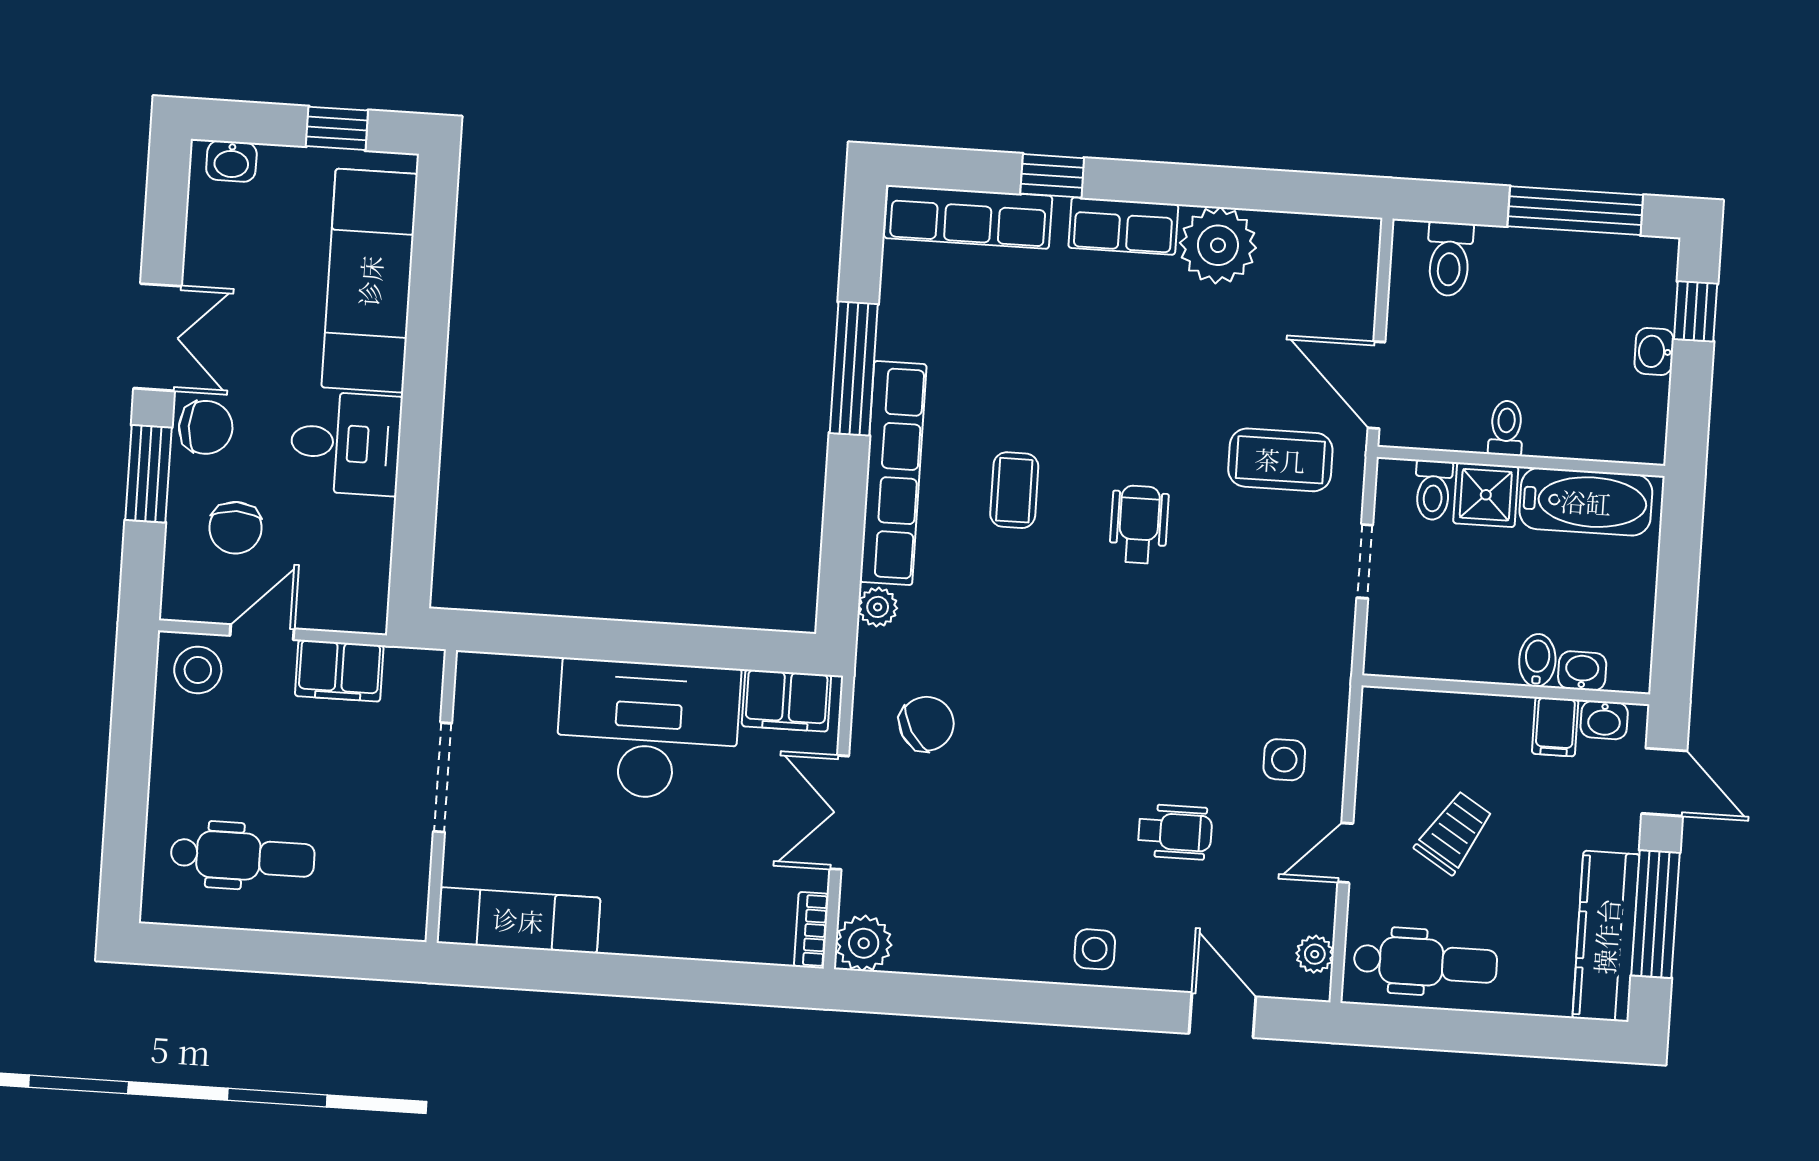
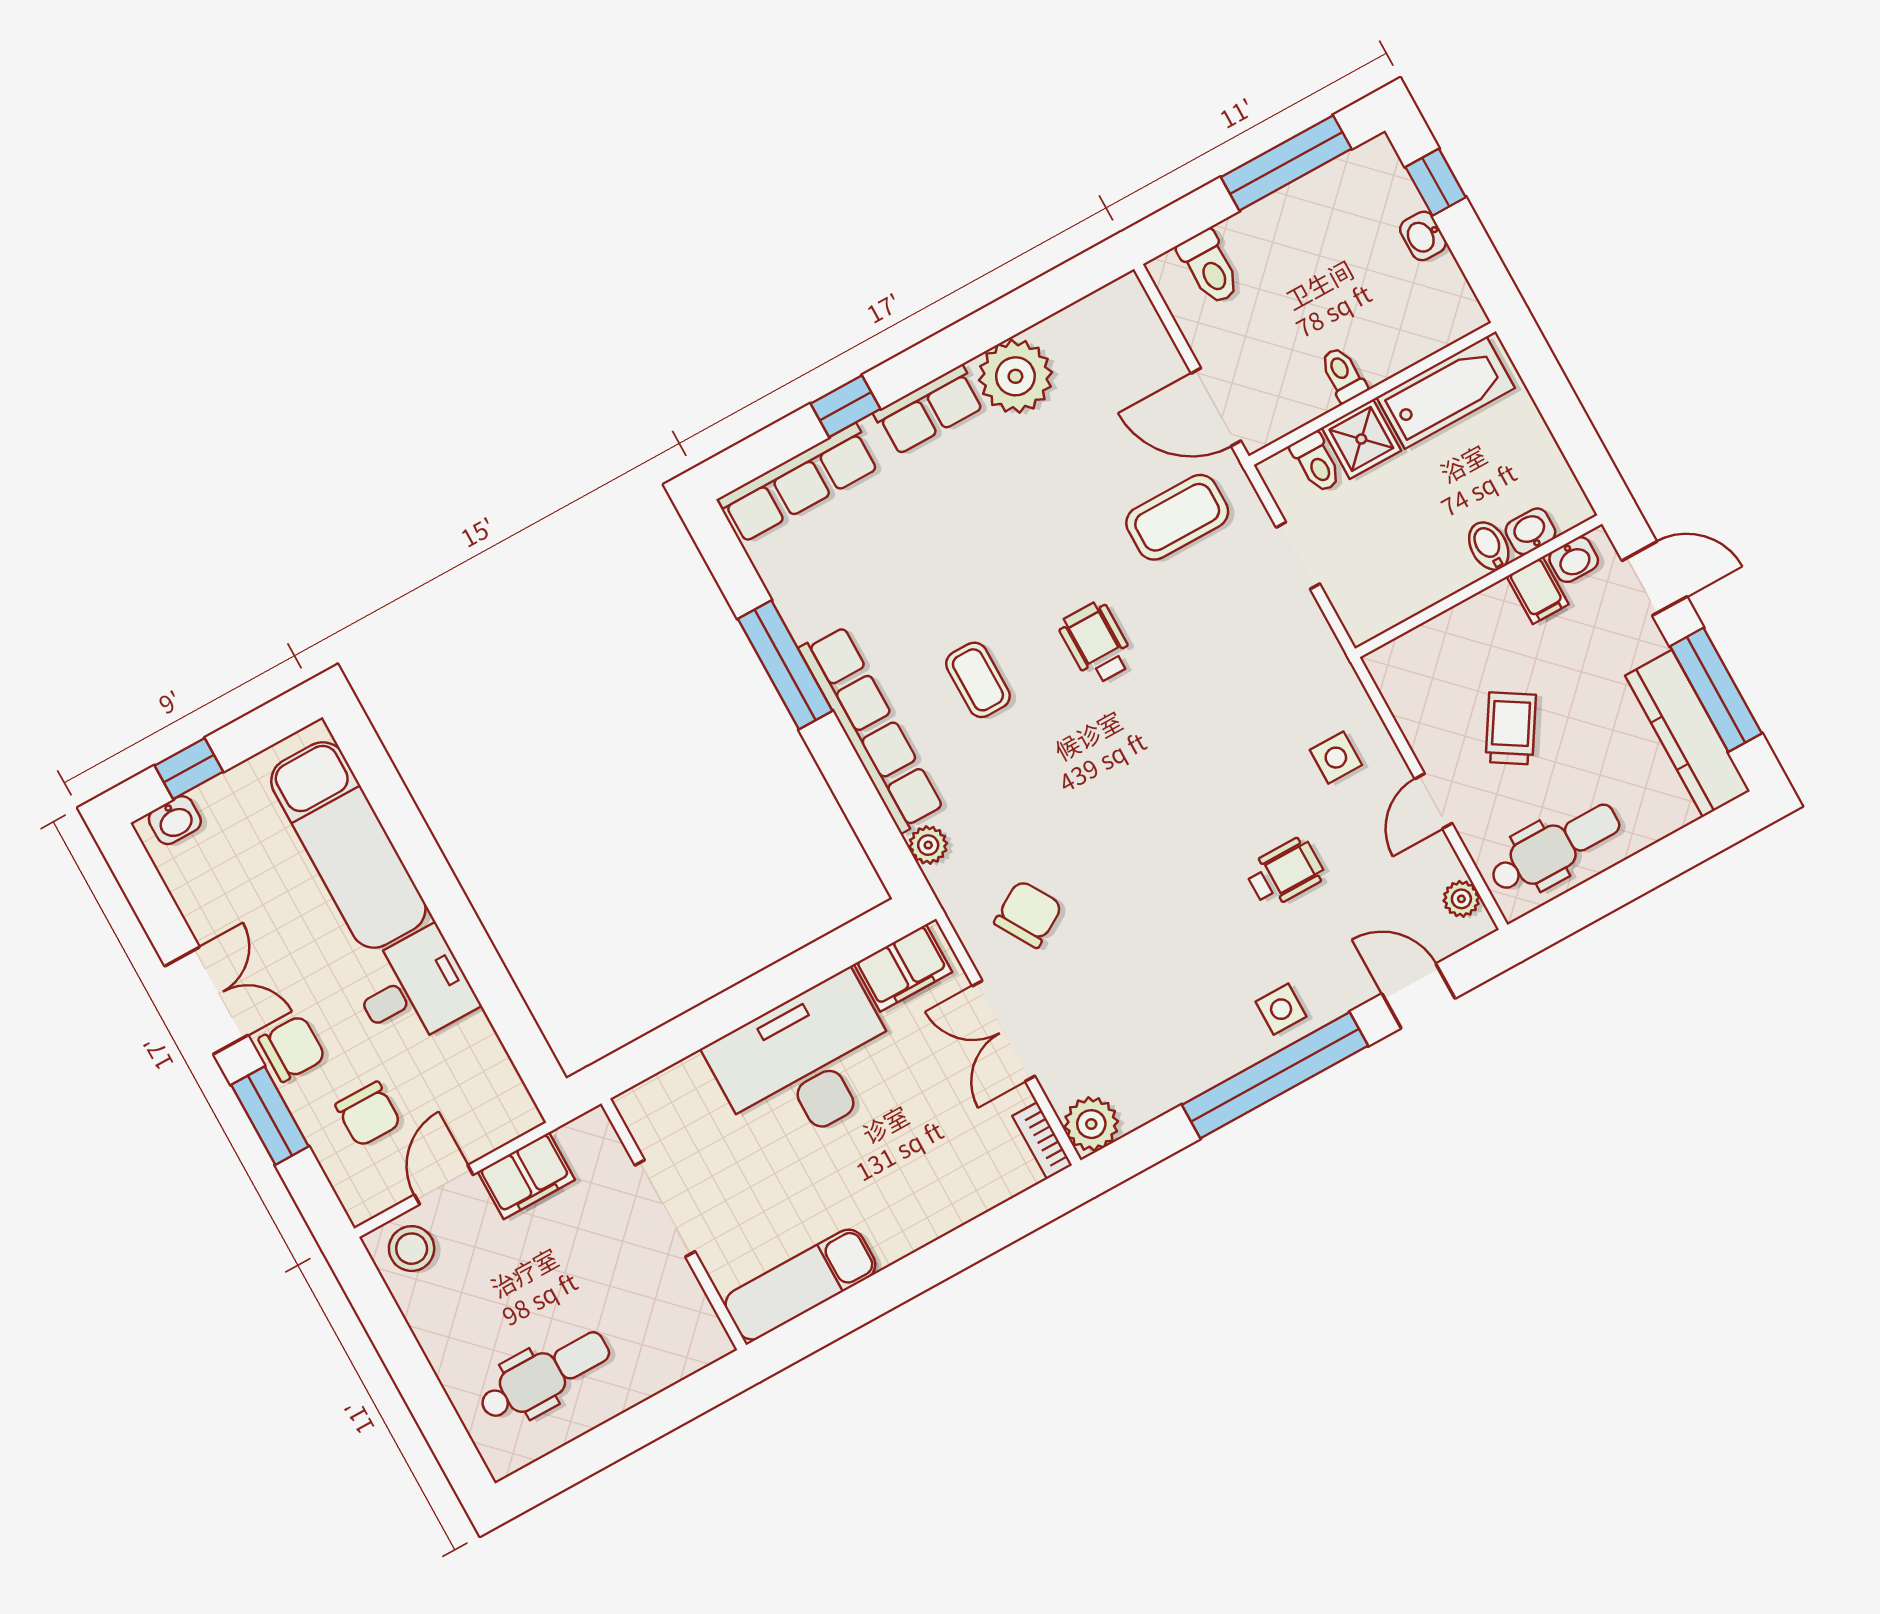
window: (337, 128) -> (189, 769), moved
window: (1052, 1004) -> (1275, 1075), added

